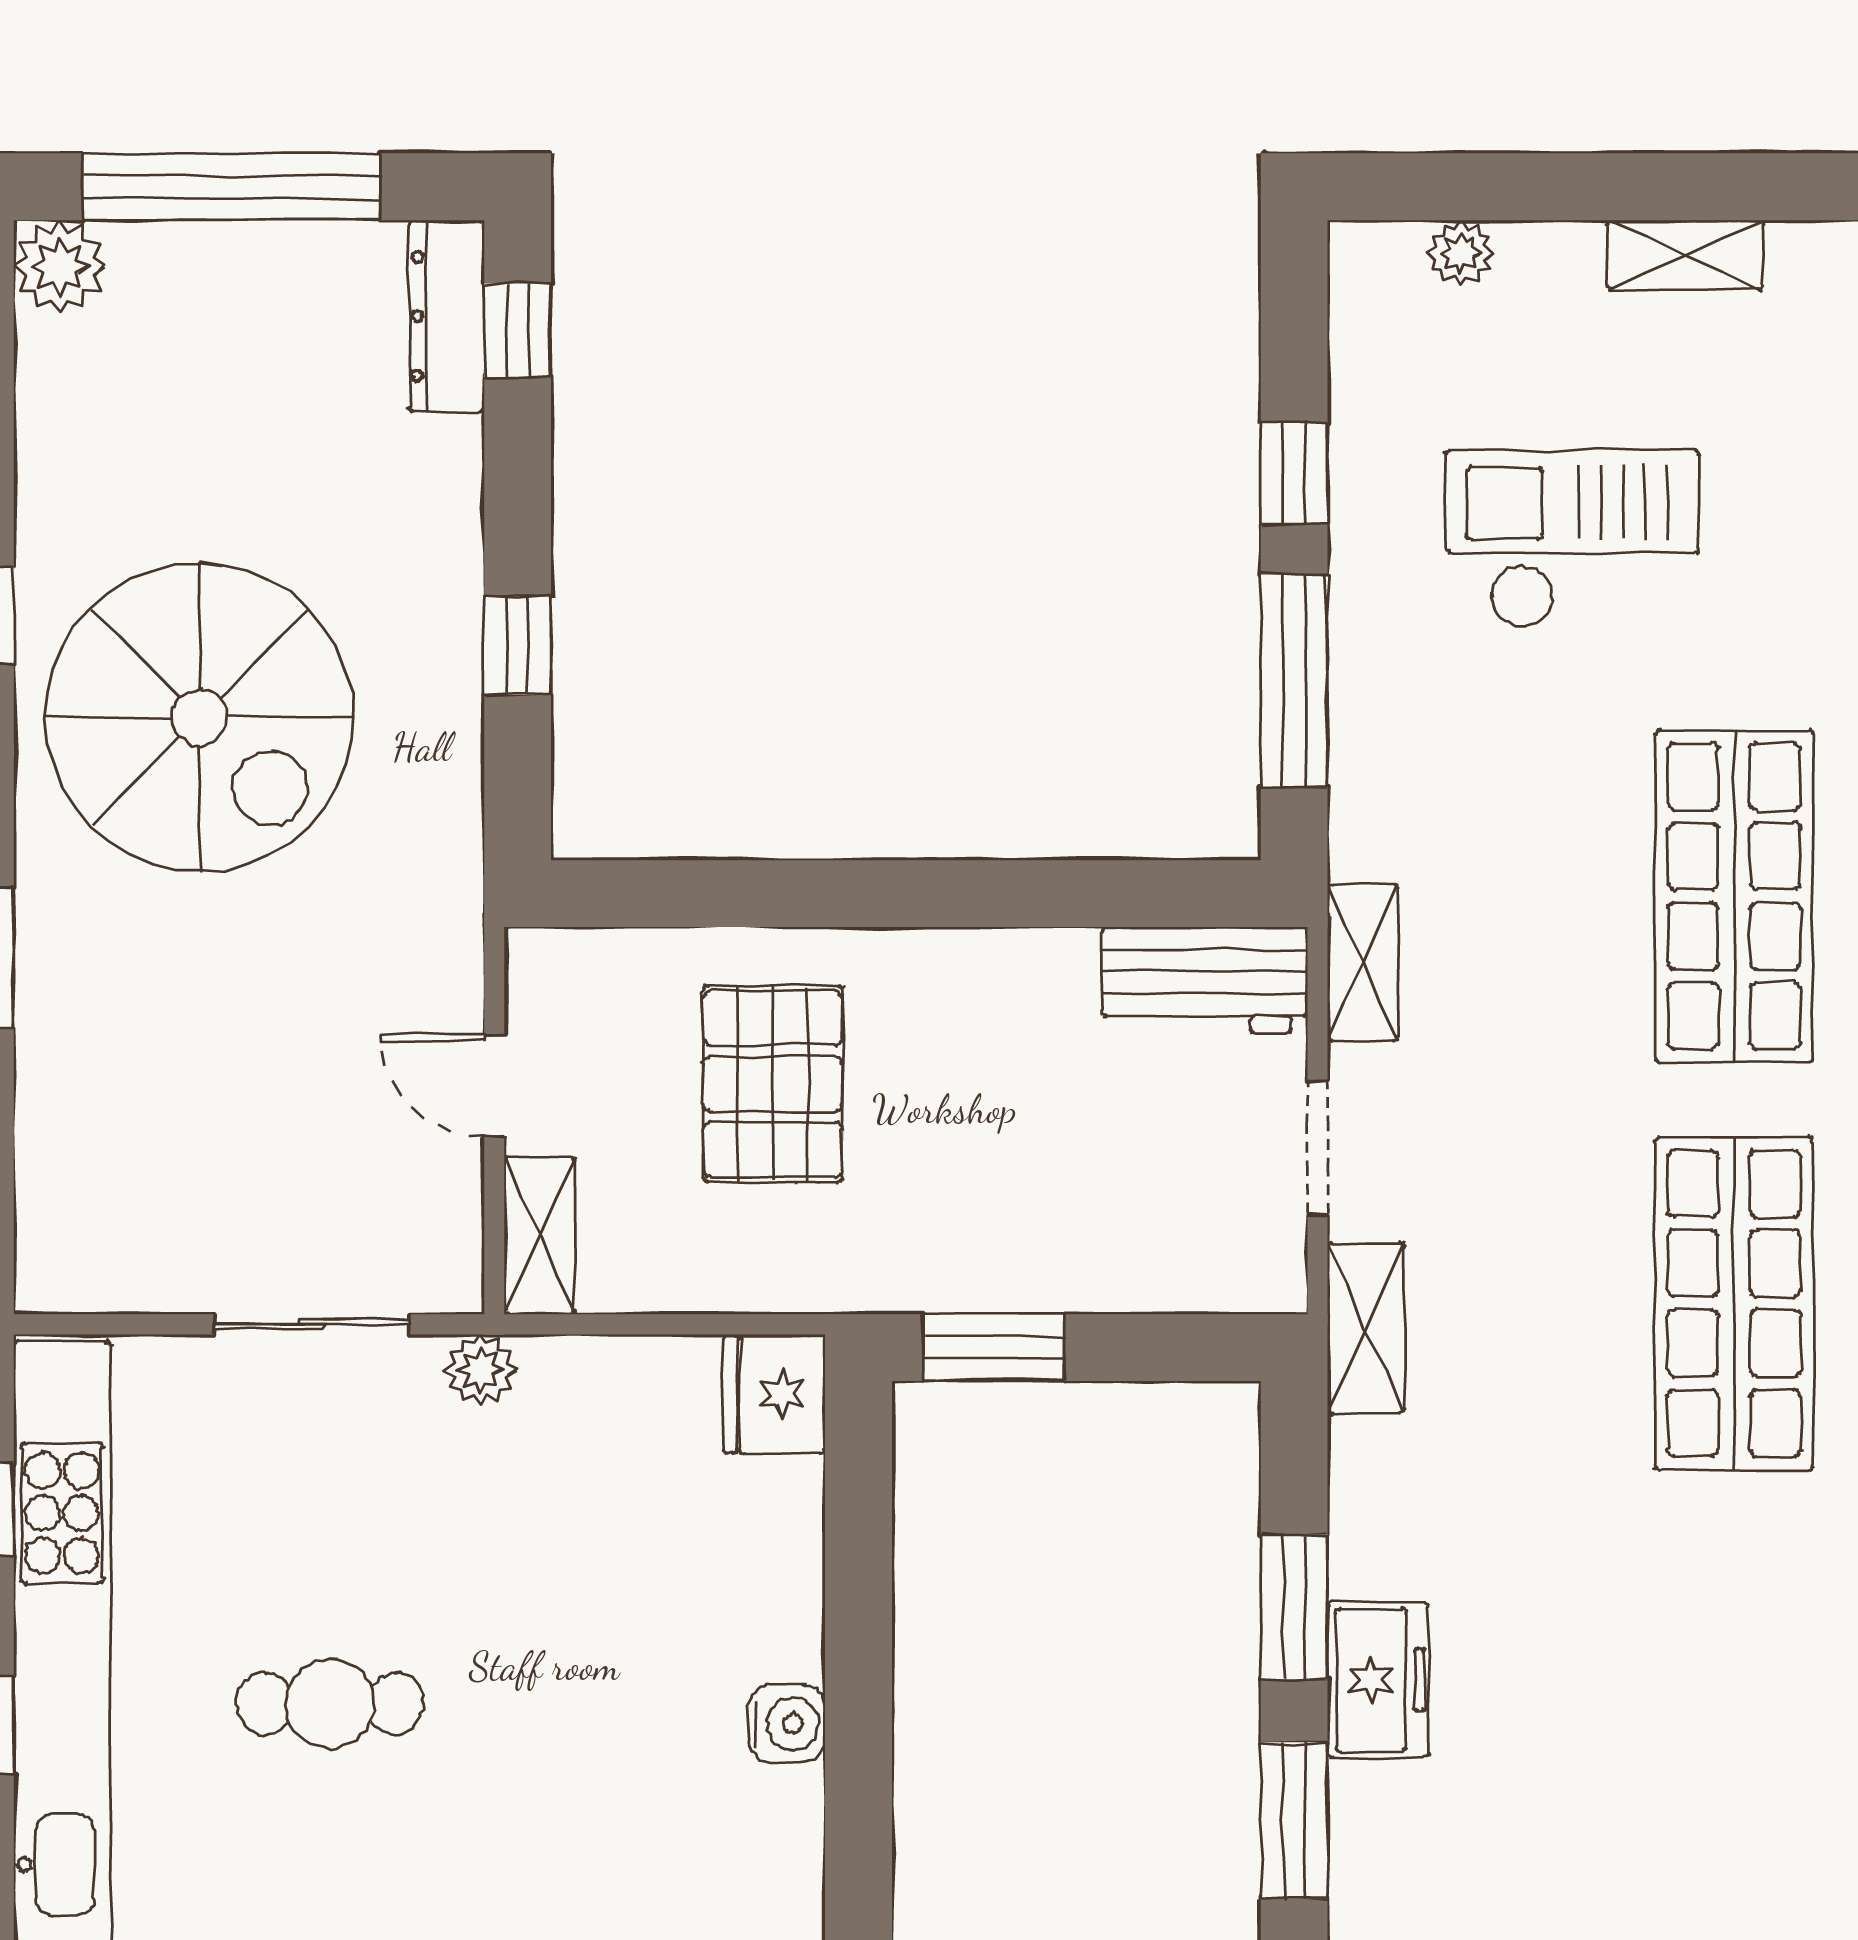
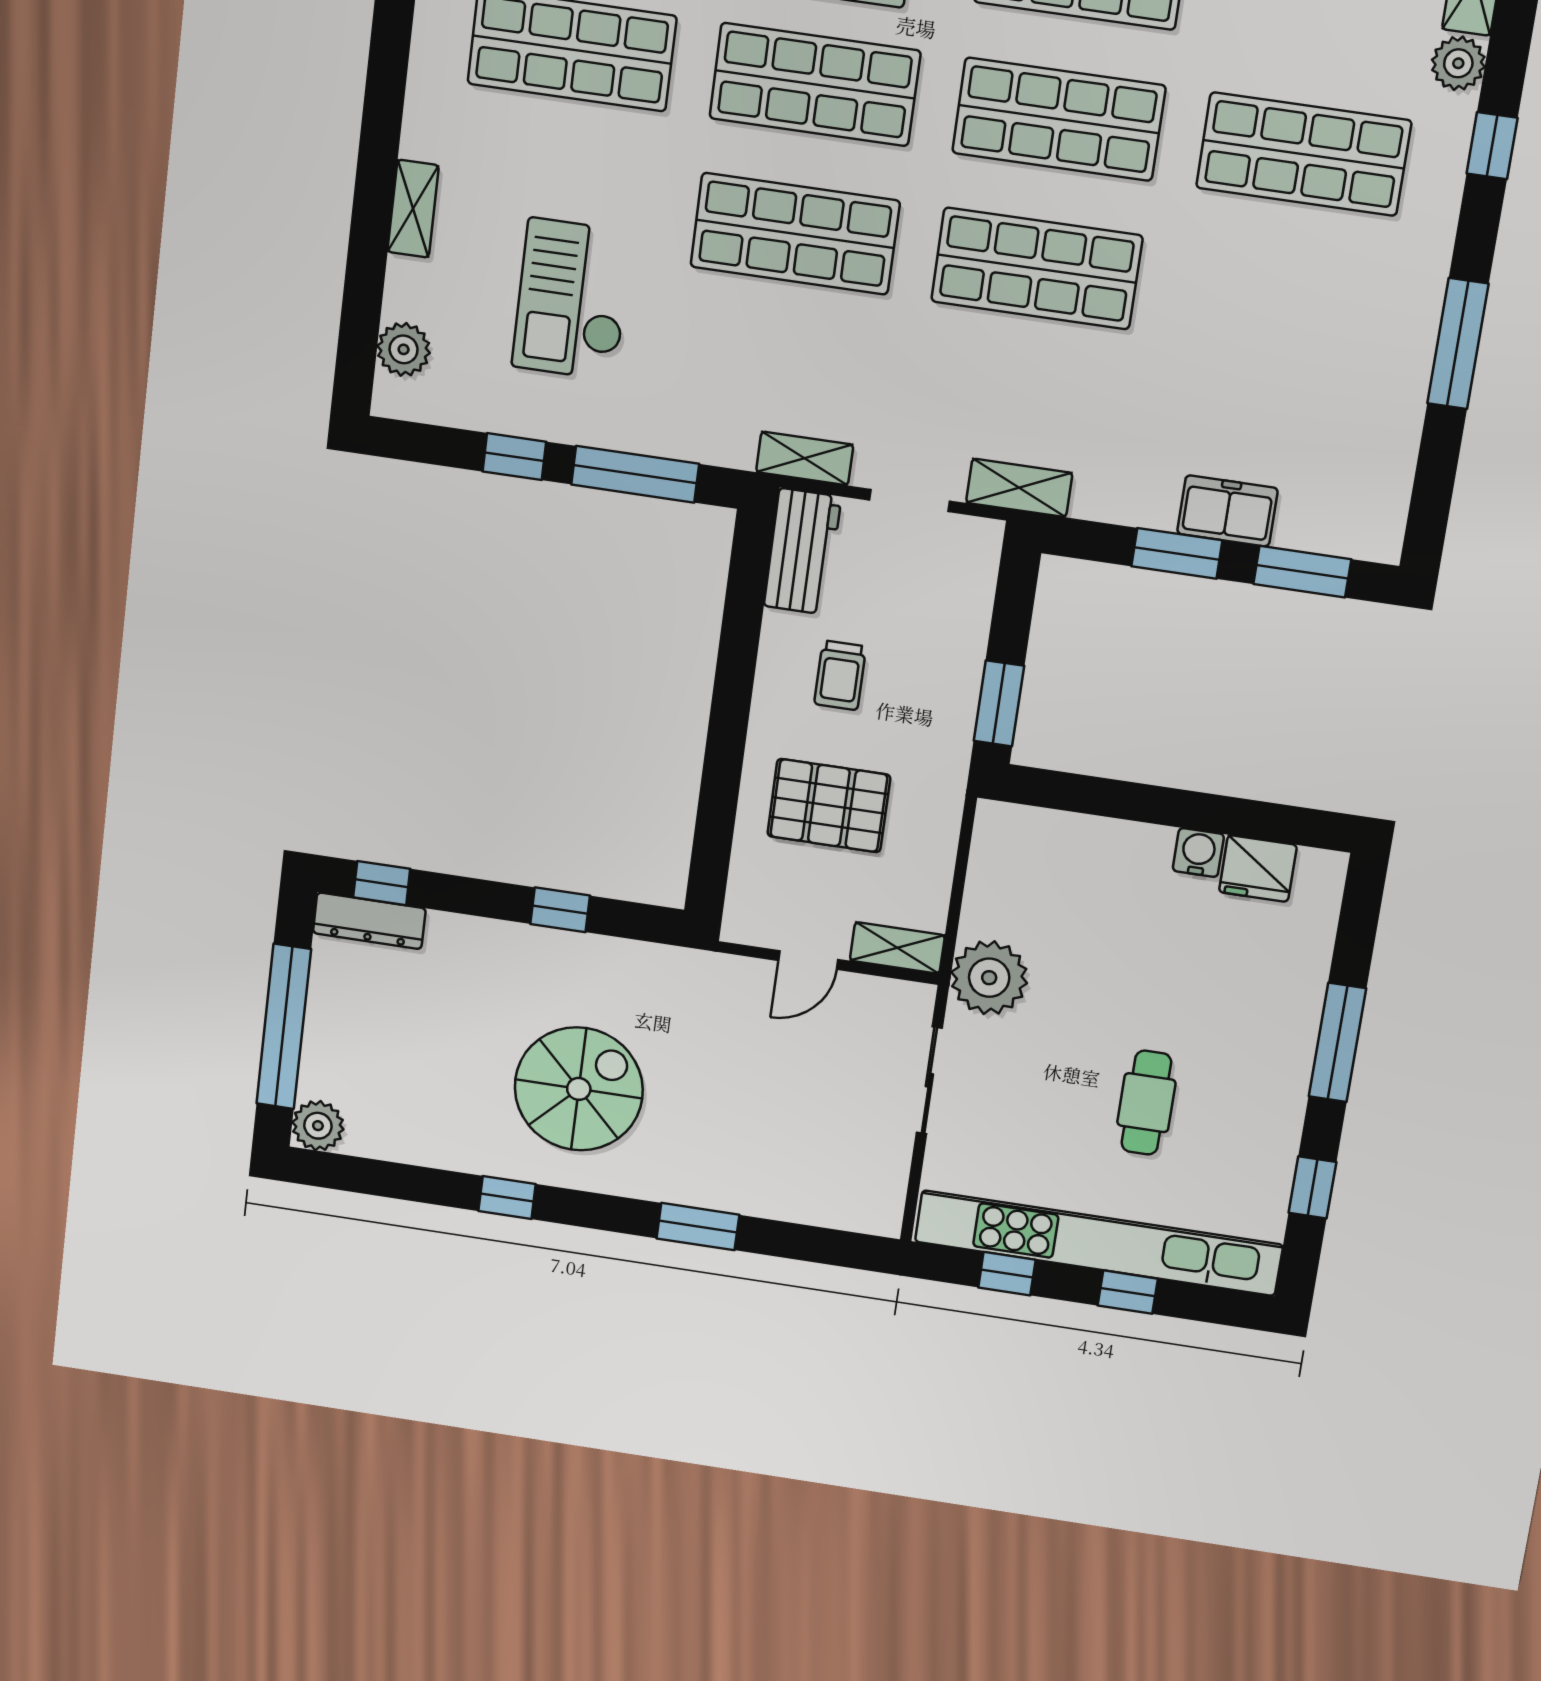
plant: (1460, 253) -> (404, 349), width x1.38, depth x1.38
spiral stairs: (200, 717) -> (579, 1089), width x0.73, depth x0.73
trolley: (1002, 1072) -> (840, 675), added
plant: (480, 1370) -> (989, 978), width x1.87, depth x1.87
fridge: (774, 1394) -> (1258, 869), moved

